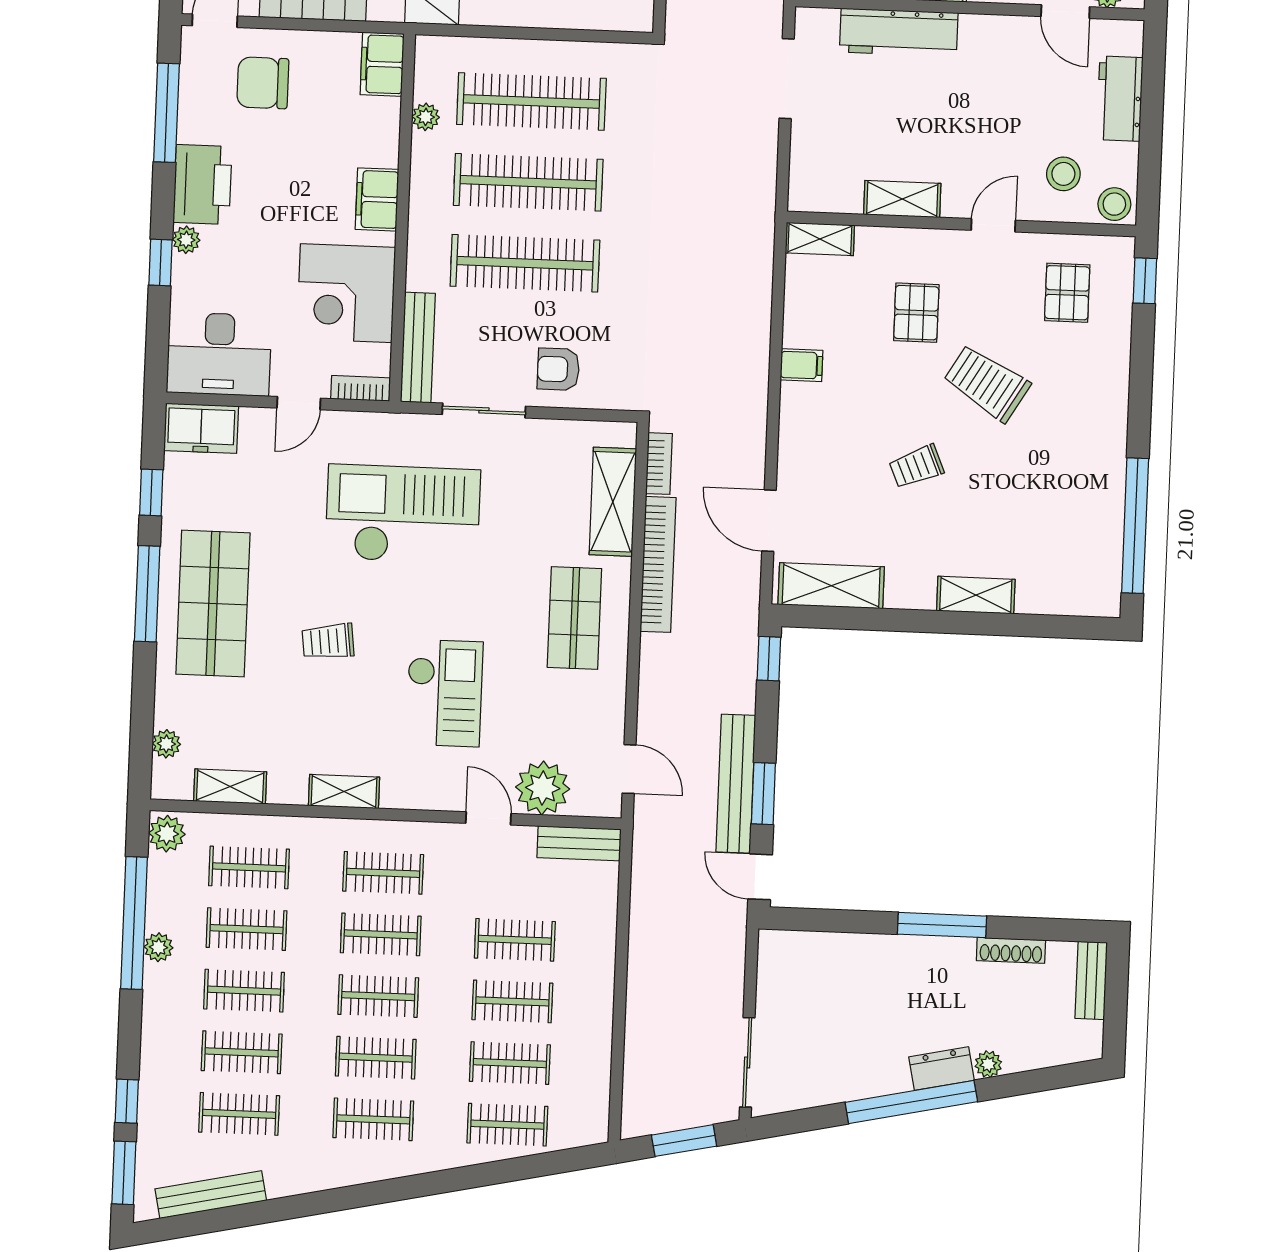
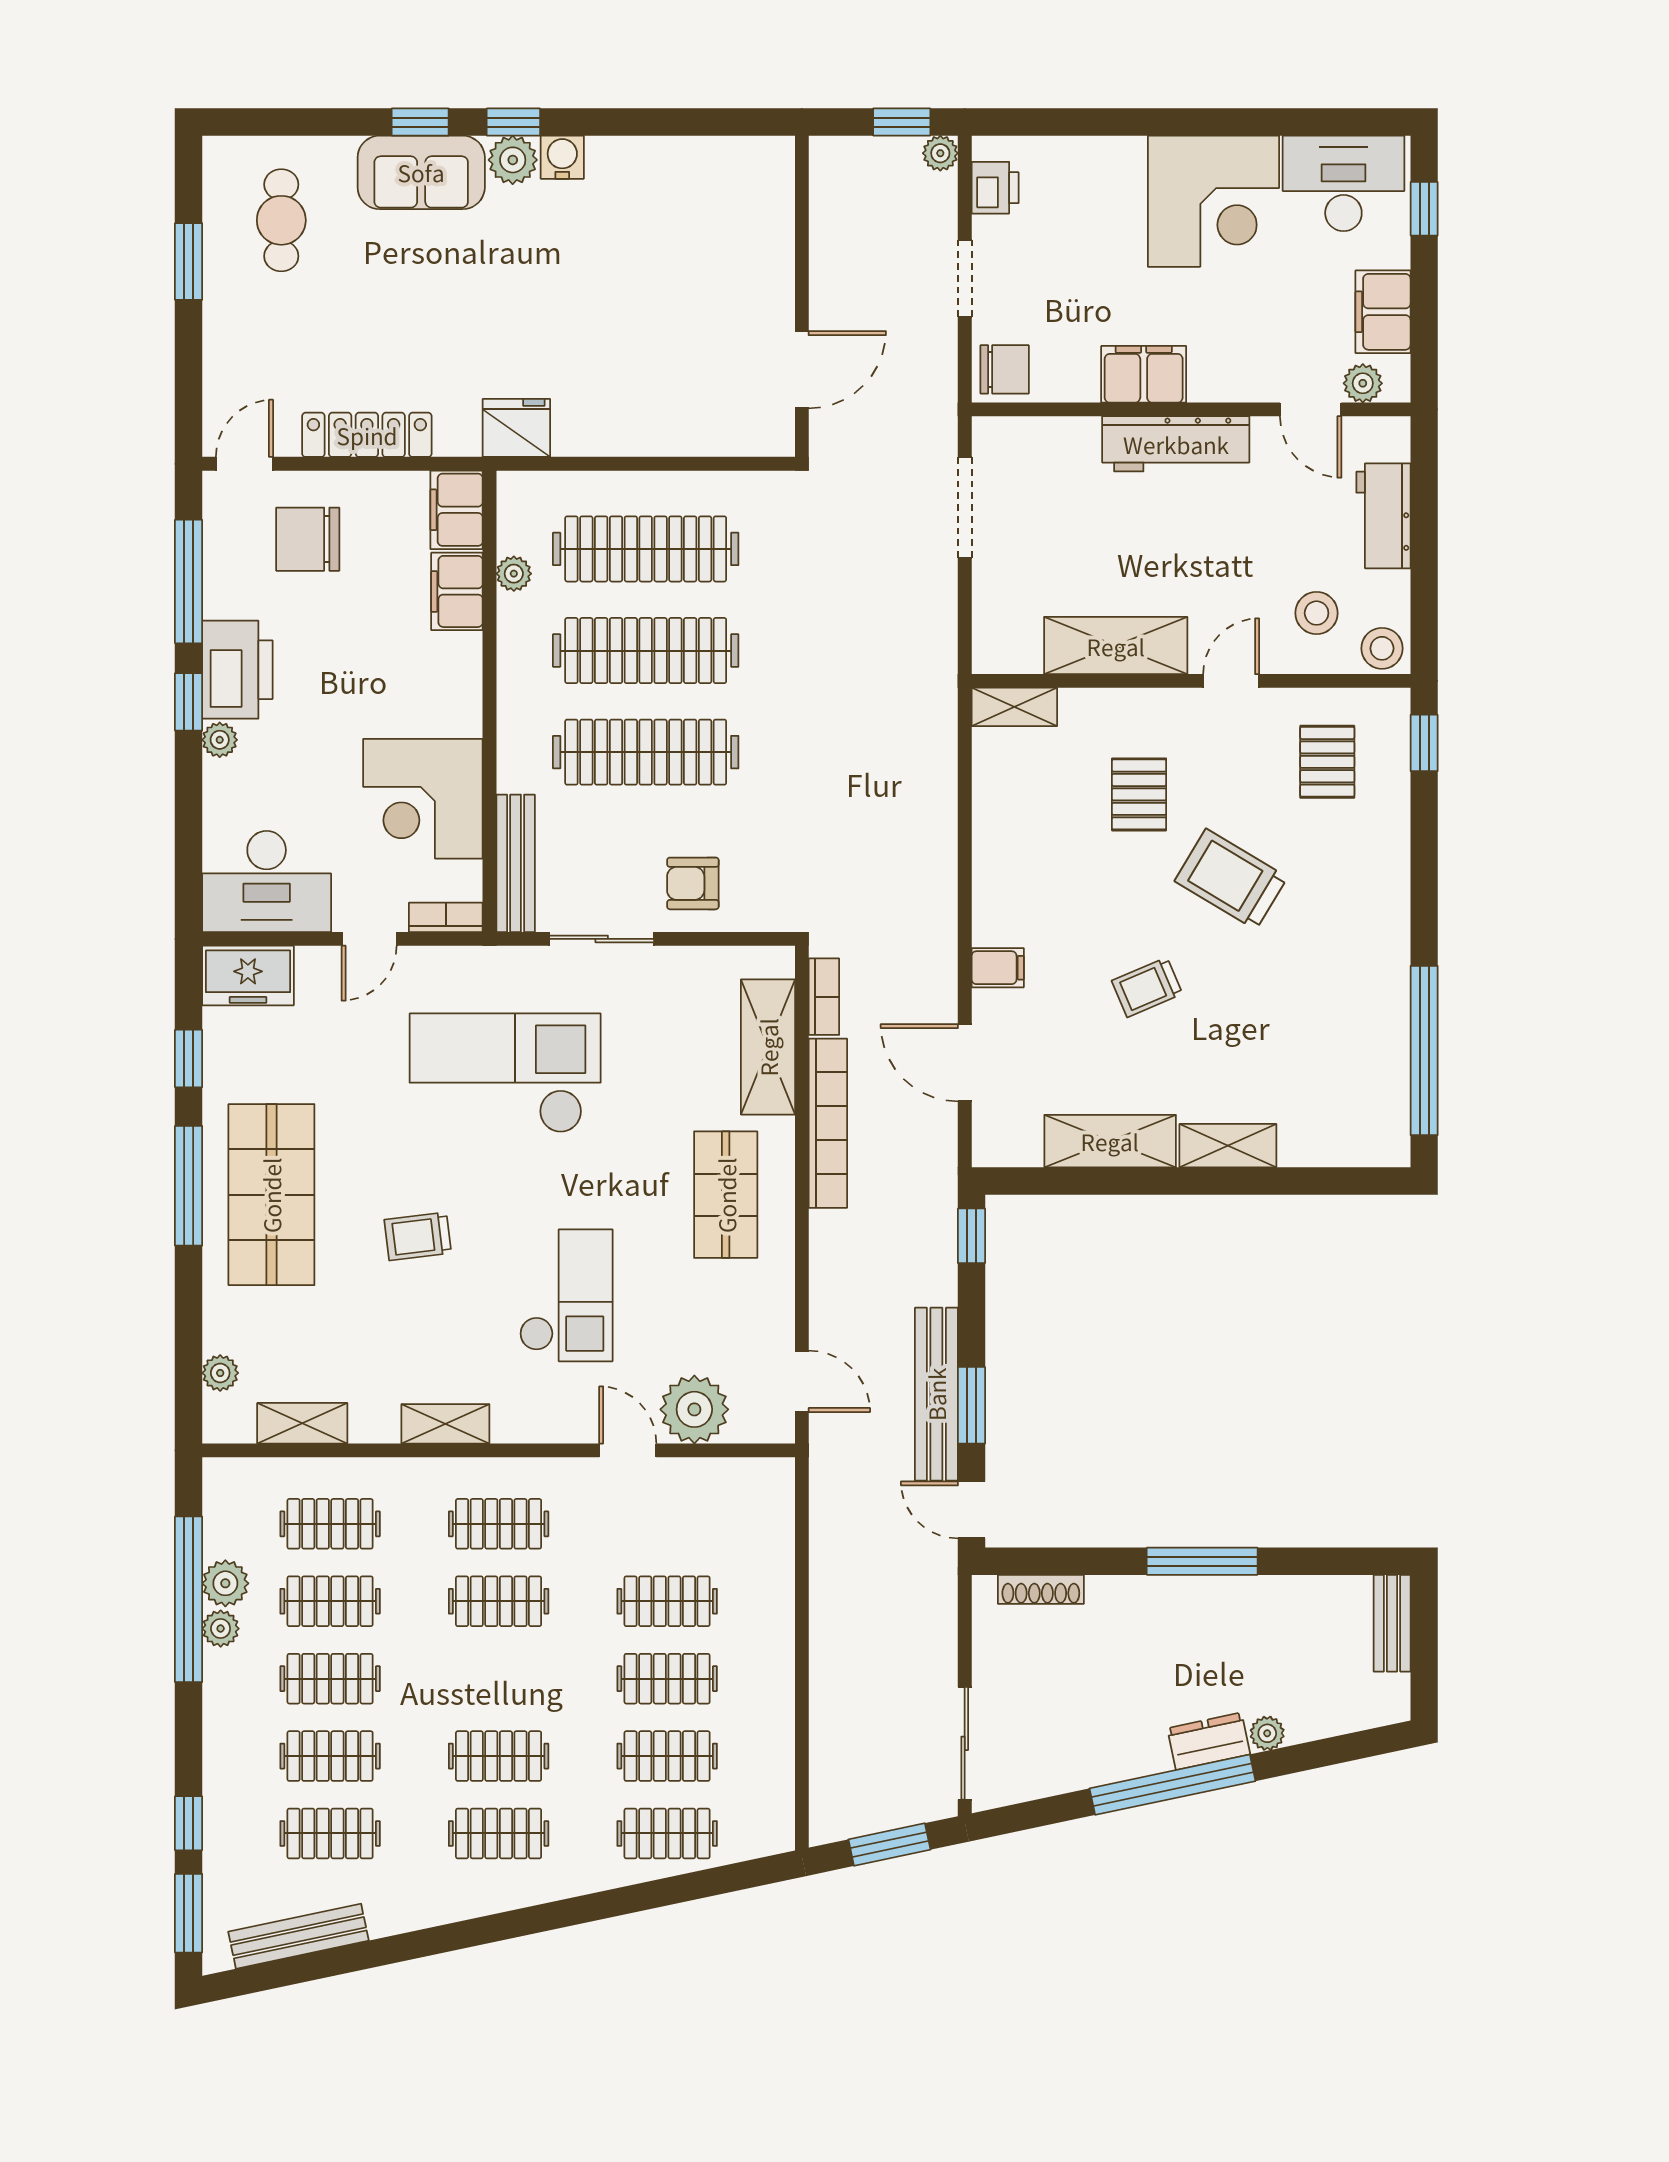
workbench: (899, 32) -> (1176, 444), moved
filing cabinet: (377, 199) -> (457, 591), moved
shelving: (902, 199) -> (1116, 646), width x1.50, depth x1.33
window: (160, 263) -> (189, 702), moved
filing cabinet: (802, 365) -> (998, 968), moved
shelving: (831, 586) -> (1110, 1141), moved
plant: (167, 834) -> (225, 1583), moved
bench: (579, 843) -> (743, 1477), removed
shoe rack: (1011, 950) -> (1041, 1589), moved
clothes rail: (378, 996) -> (499, 1679), removed

